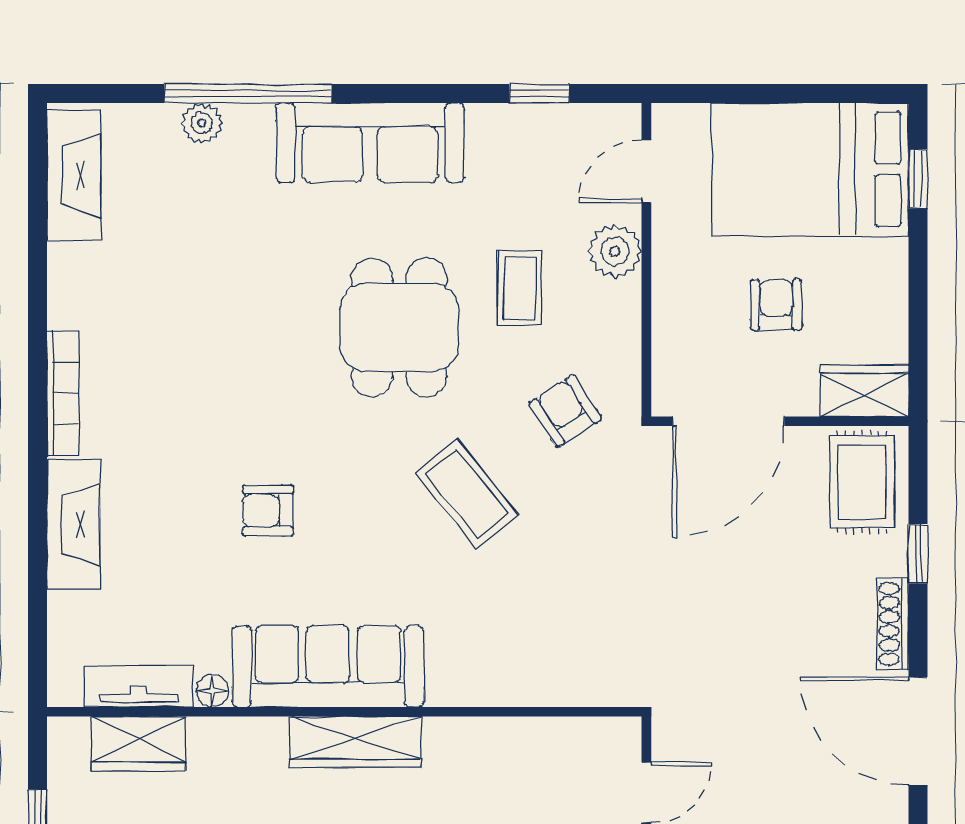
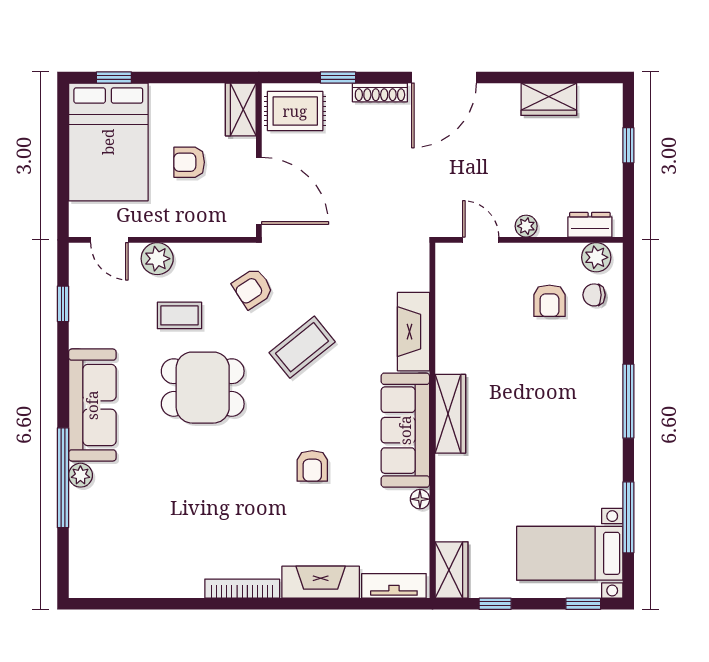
plant: (202, 123) -> (80, 475), moved
fireplace: (74, 176) -> (414, 332), moved, turned -90
tv unit: (139, 686) -> (394, 586), moved, turned 90
wardrobe: (139, 744) -> (452, 570), moved

